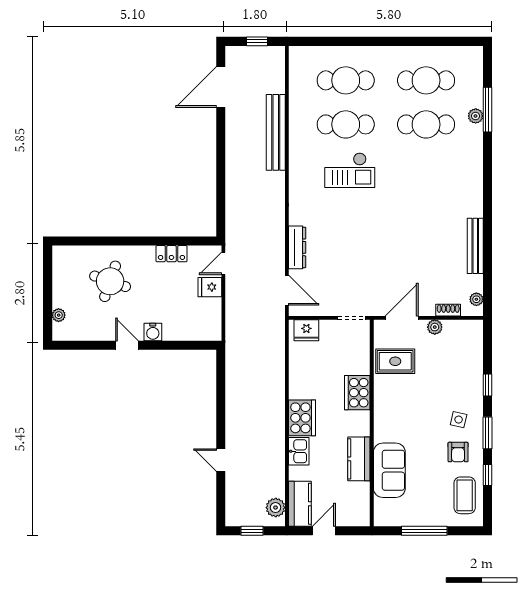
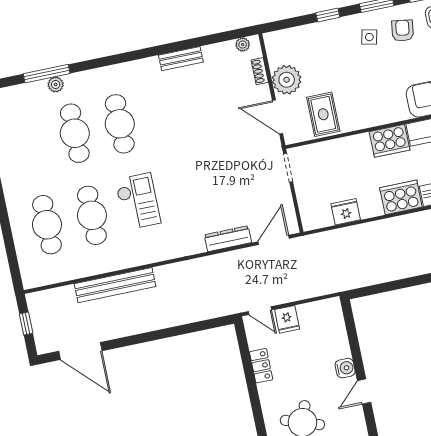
cafe table: (426, 80) -> (120, 124), moved
bench: (475, 246) -> (181, 59), width x0.73
plant: (435, 327) -> (287, 80), width x1.88, depth x1.88
fridge: (306, 330) -> (346, 212), moved, turned -90
cooker: (357, 393) -> (390, 141), moved
armchair: (458, 452) -> (403, 31), turned -82

